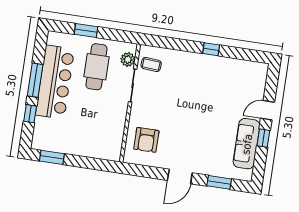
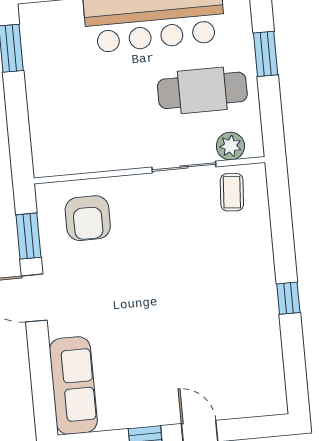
armchair: (146, 140) -> (88, 218), turned -90
sofa: (247, 144) -> (73, 386), moved, turned 90
window: (219, 182) -> (28, 236), moved

